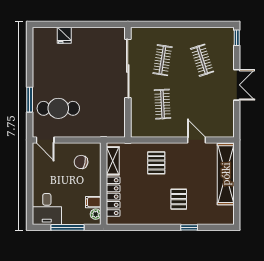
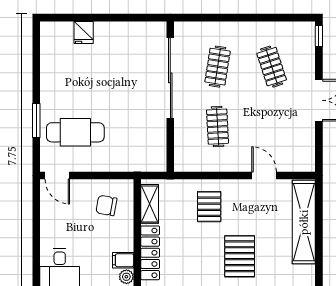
pallet: (179, 199) -> (240, 256), width x1.50, depth x1.42

